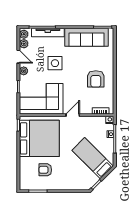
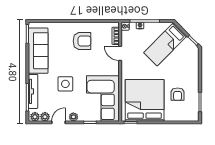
door: (73, 115) -> (120, 53), moved

